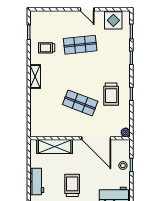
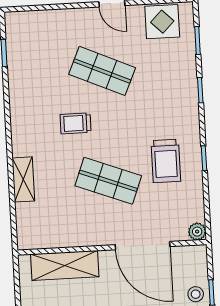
shop shelf: (80, 45) -> (102, 71), turned 30
trolley: (47, 48) -> (76, 123), moved
shelving: (35, 76) -> (23, 179), moved

